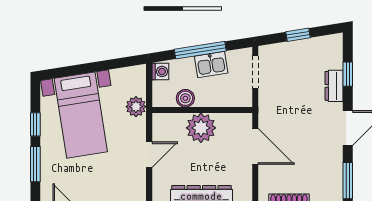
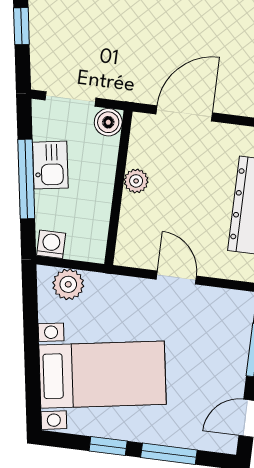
boiler: (185, 98) -> (108, 122), moved
plant: (136, 107) -> (68, 284), moved
plant: (201, 128) -> (136, 181), width x0.53, depth x0.53

